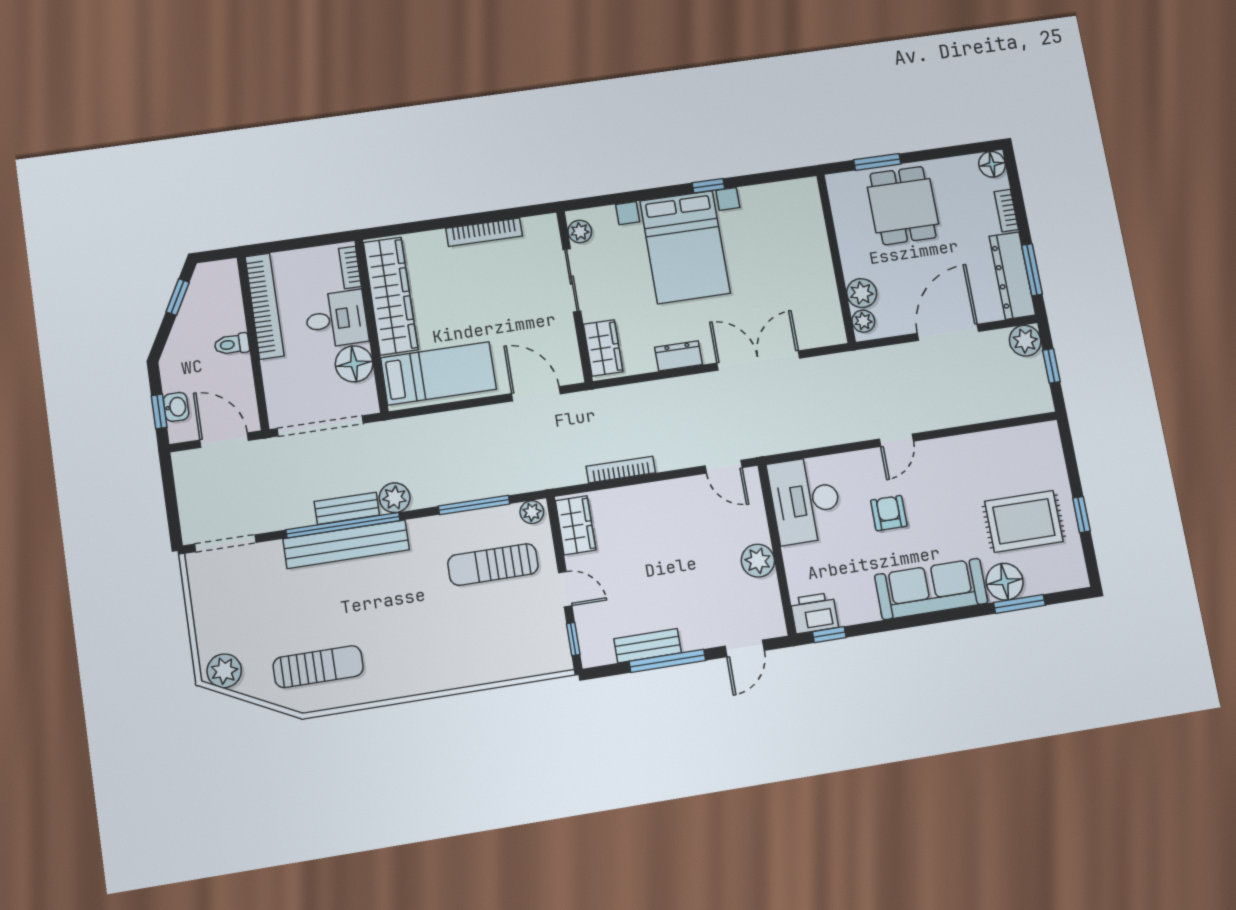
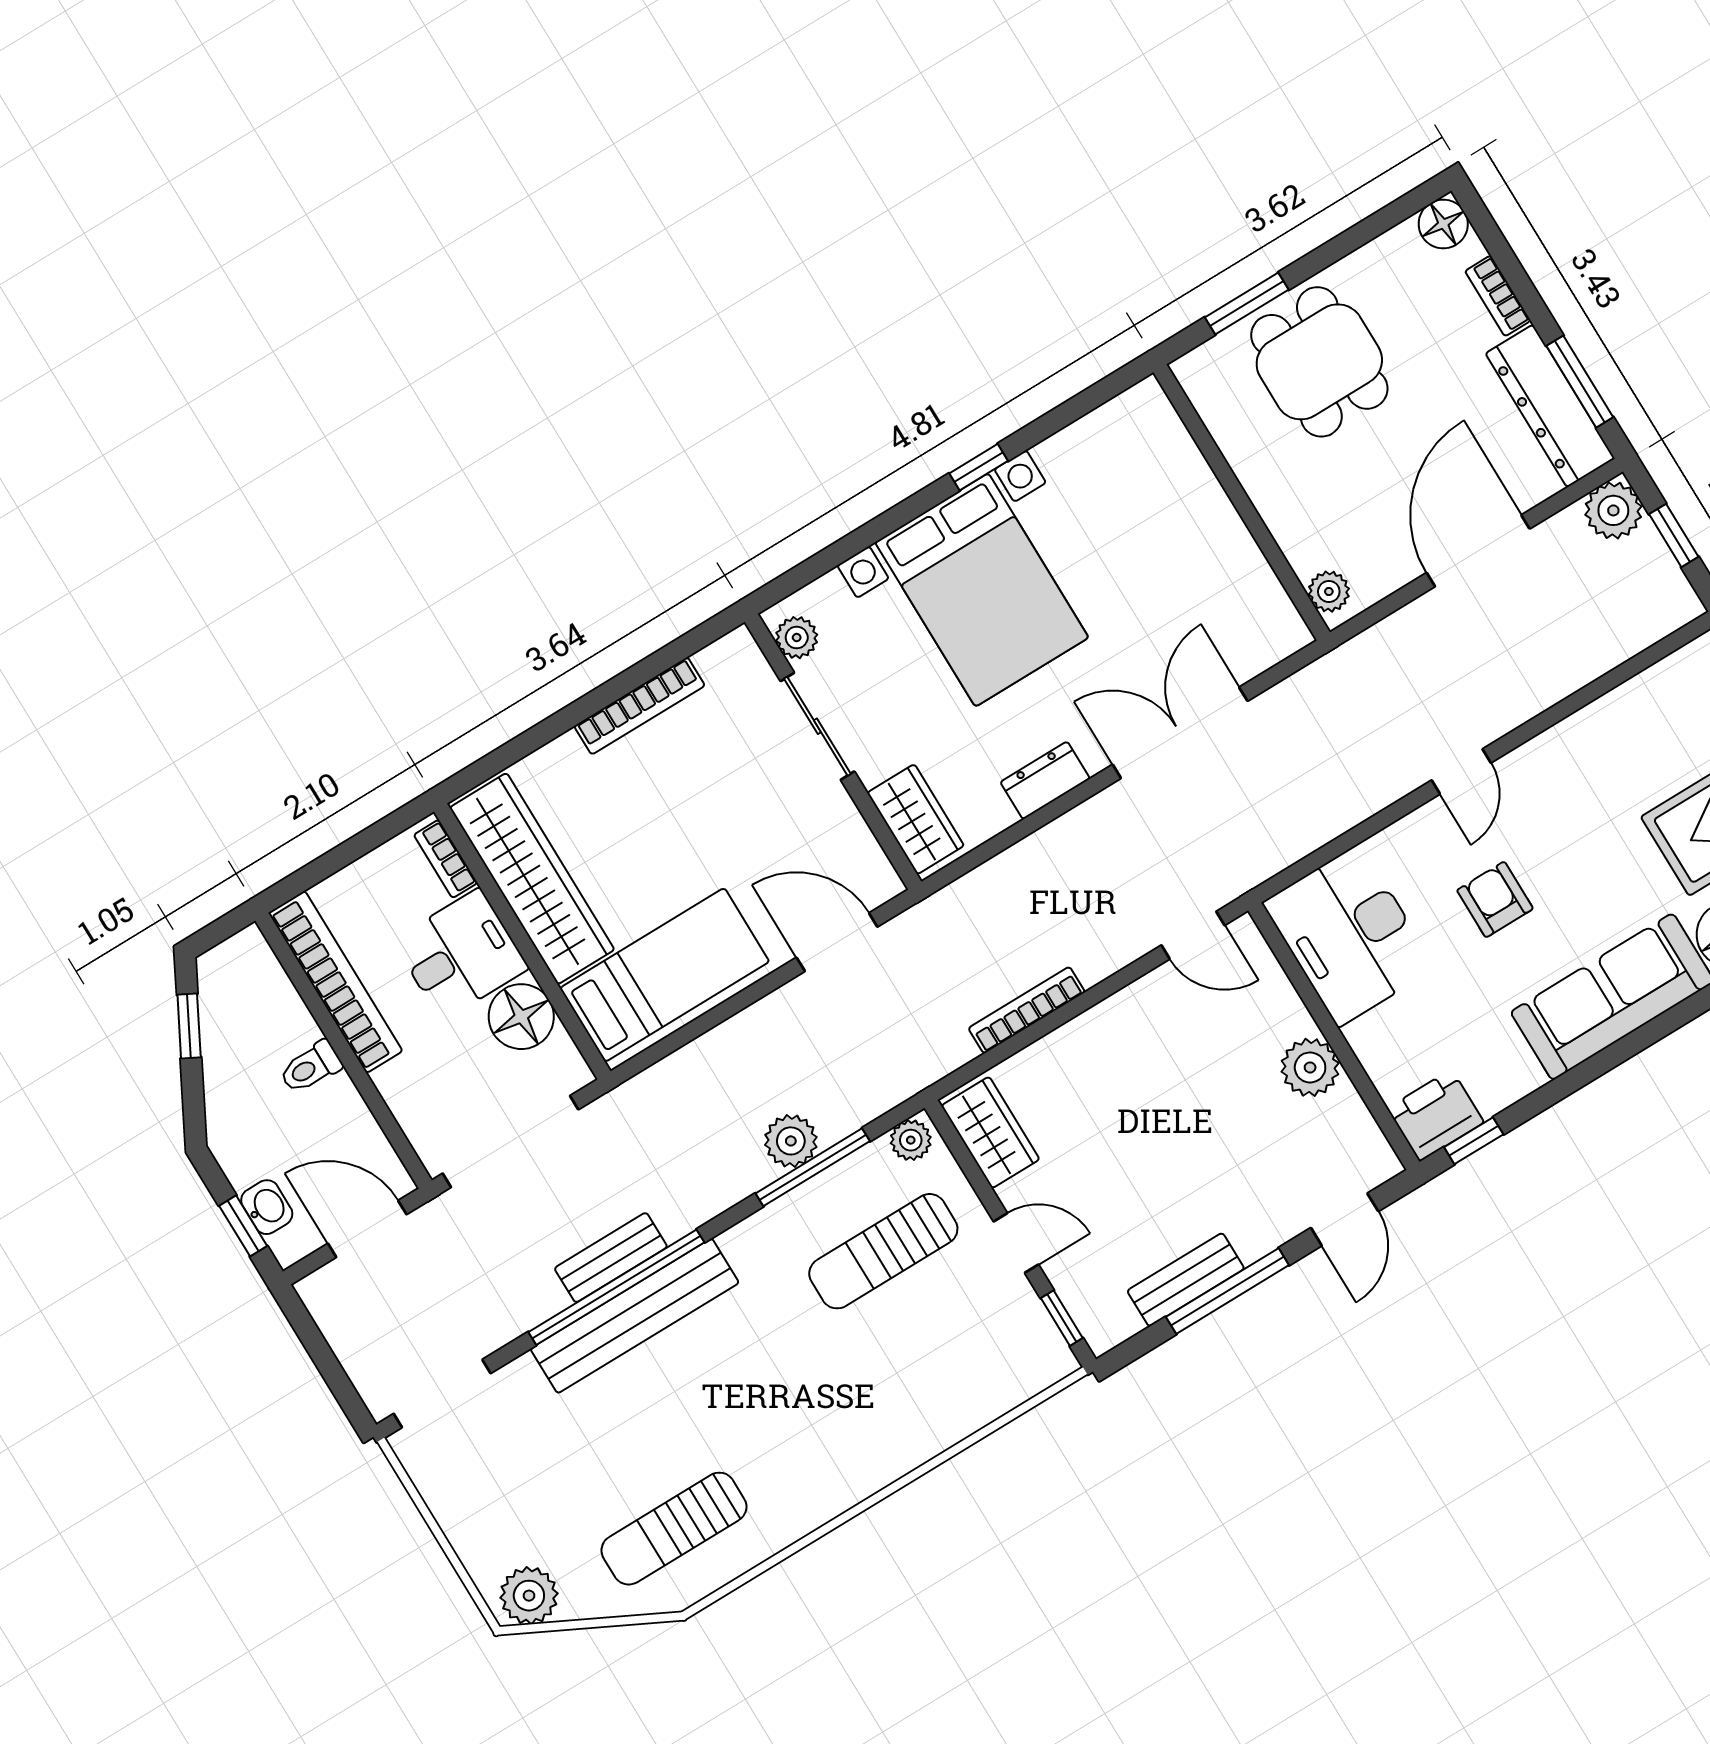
plant: (862, 293) -> (1308, 544), removed
plant: (395, 498) -> (791, 1141), moved
sun lounger: (318, 667) -> (674, 1529), turned 180

